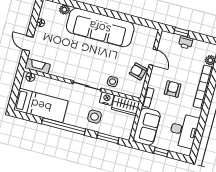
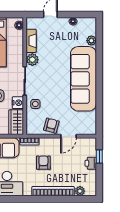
fireplace: (37, 66) -> (31, 41), moved
plant: (68, 73) -> (32, 60), added
armchair: (173, 89) -> (43, 163), turned -90

